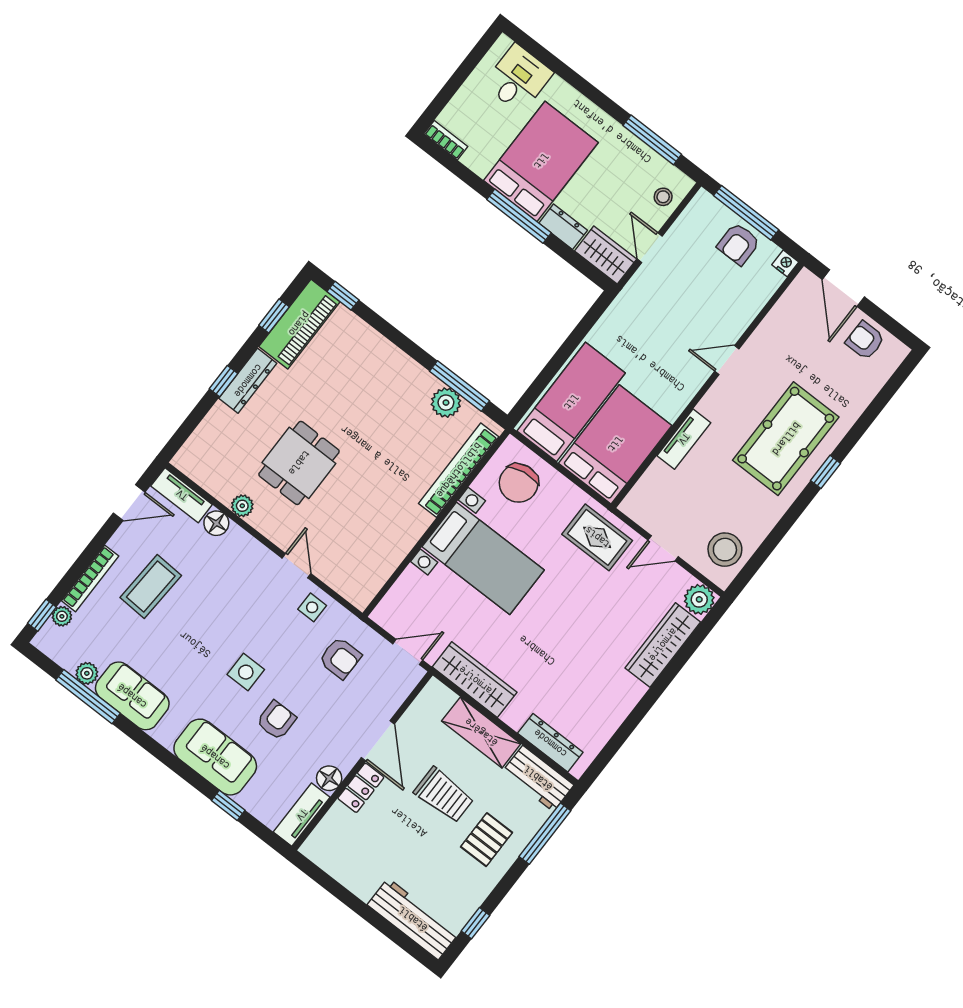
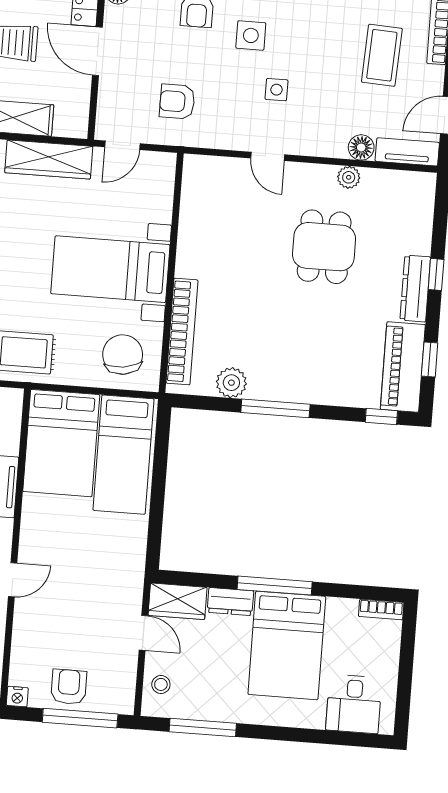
window: (459, 386) -> (275, 408), moved
side table: (312, 607) -> (277, 90), moved

